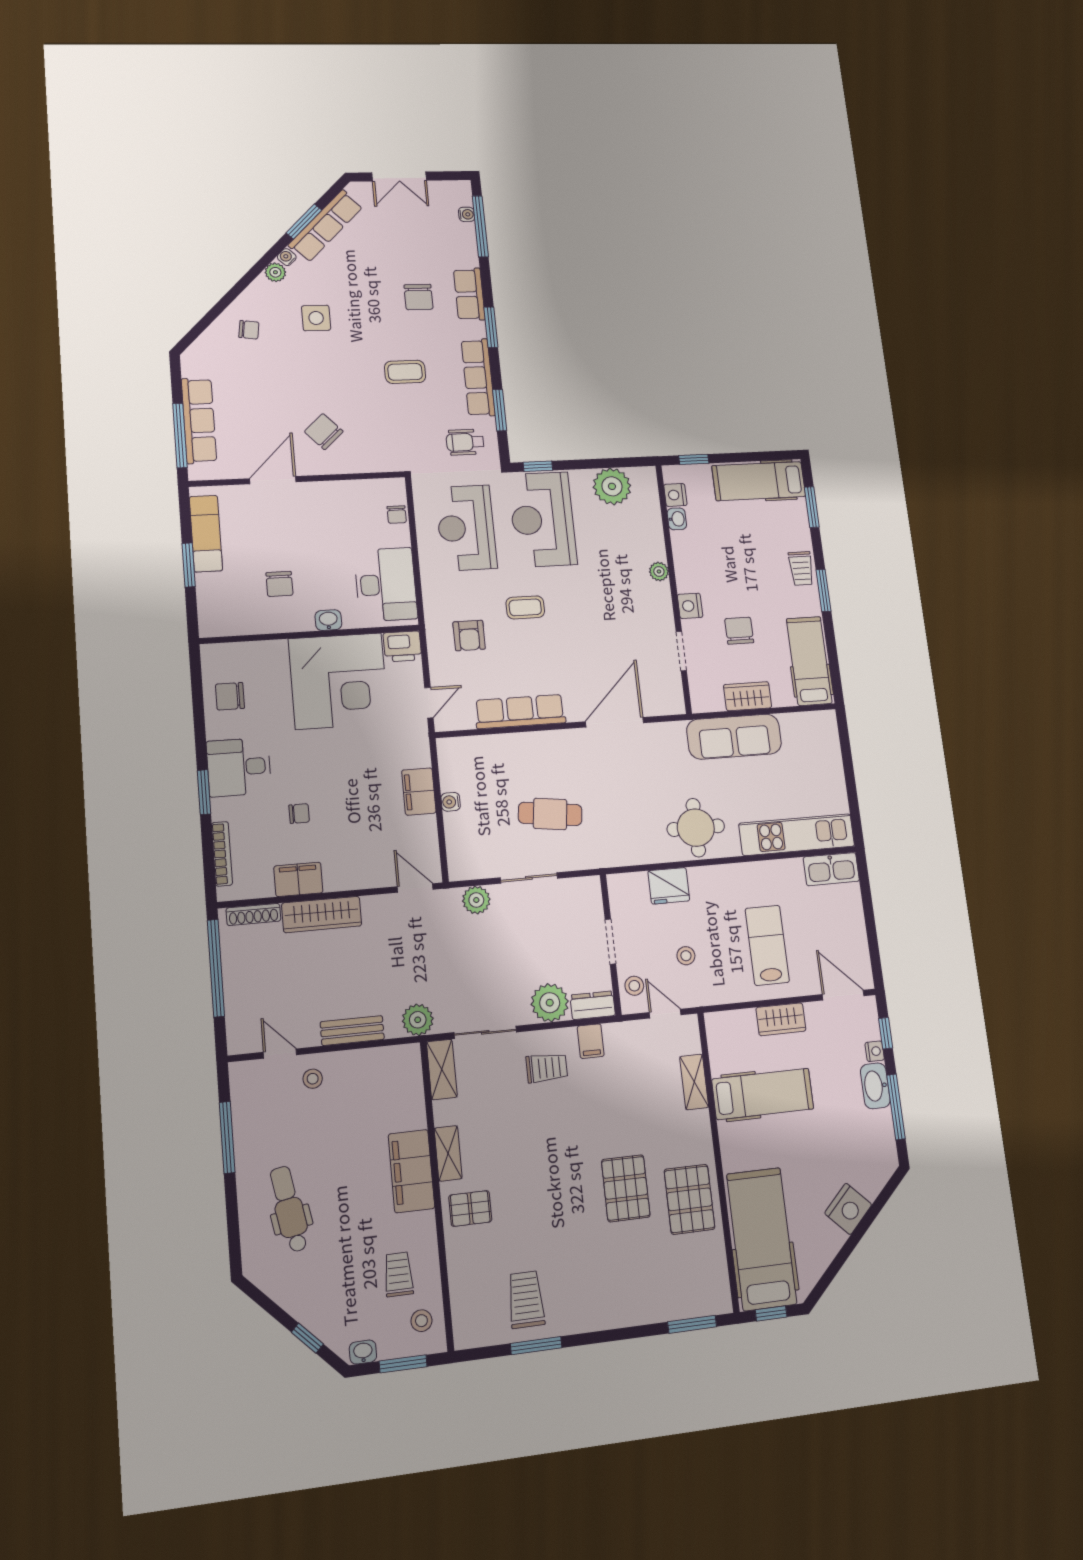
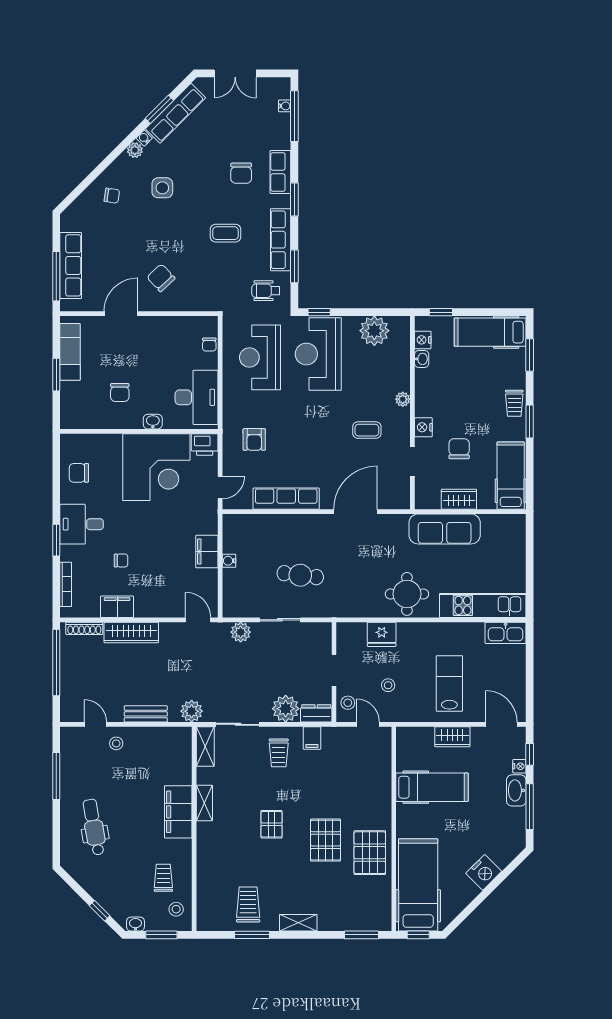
coffee table: (525, 607) -> (367, 430), moved
trolley: (547, 1068) -> (279, 753), turned 90
shelving: (694, 1082) -> (298, 923), moved, turned 90
pallet: (470, 1208) -> (272, 824), moved, turned 90

